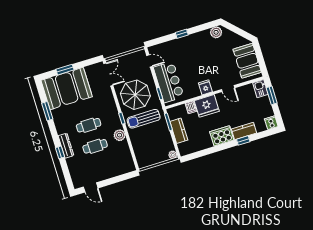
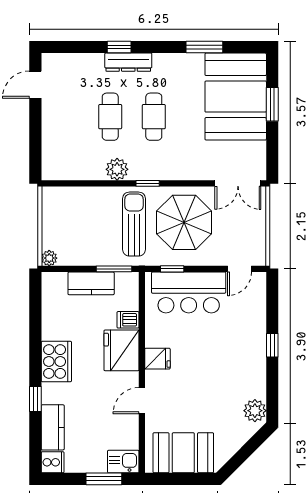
kitchen counter: (244, 131) -> (53, 427), moved

